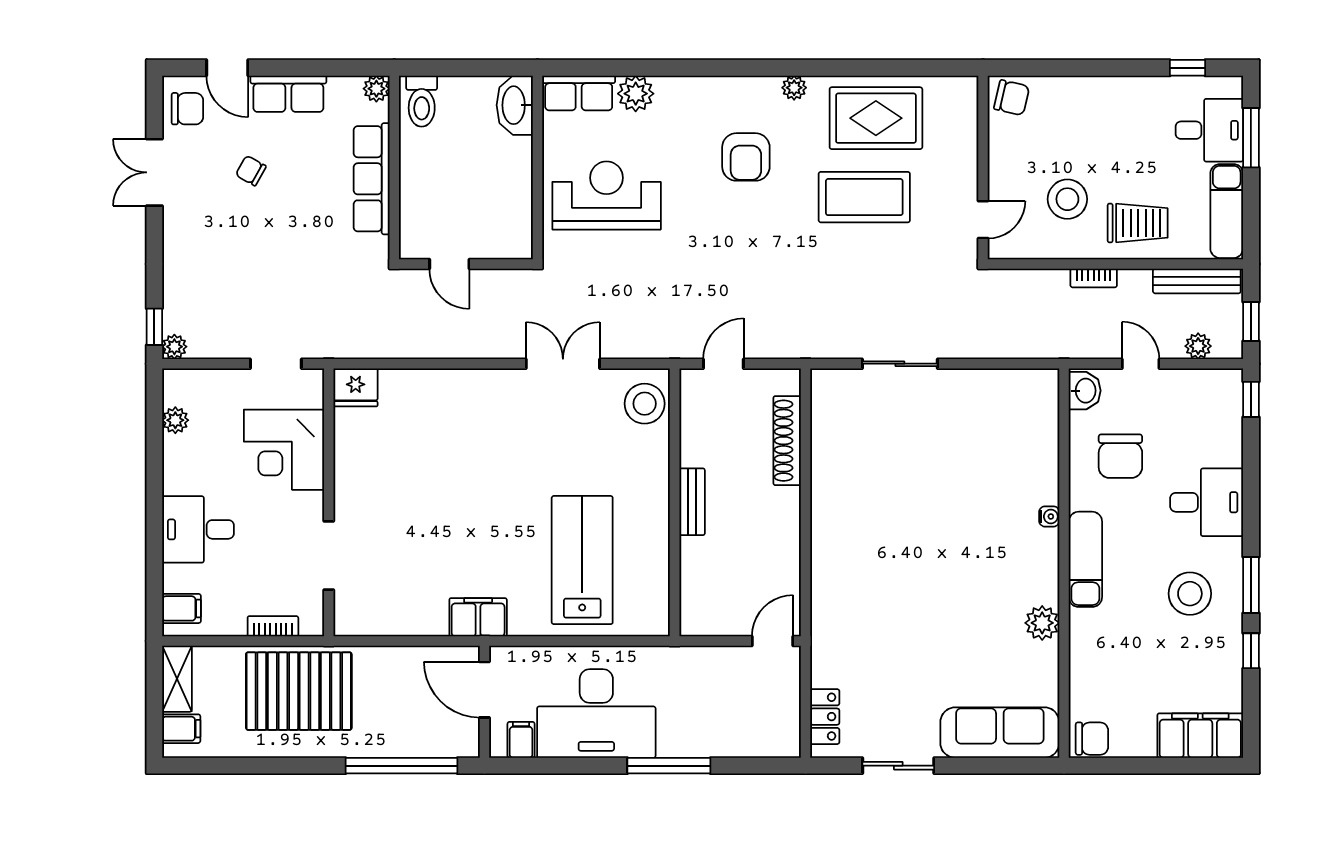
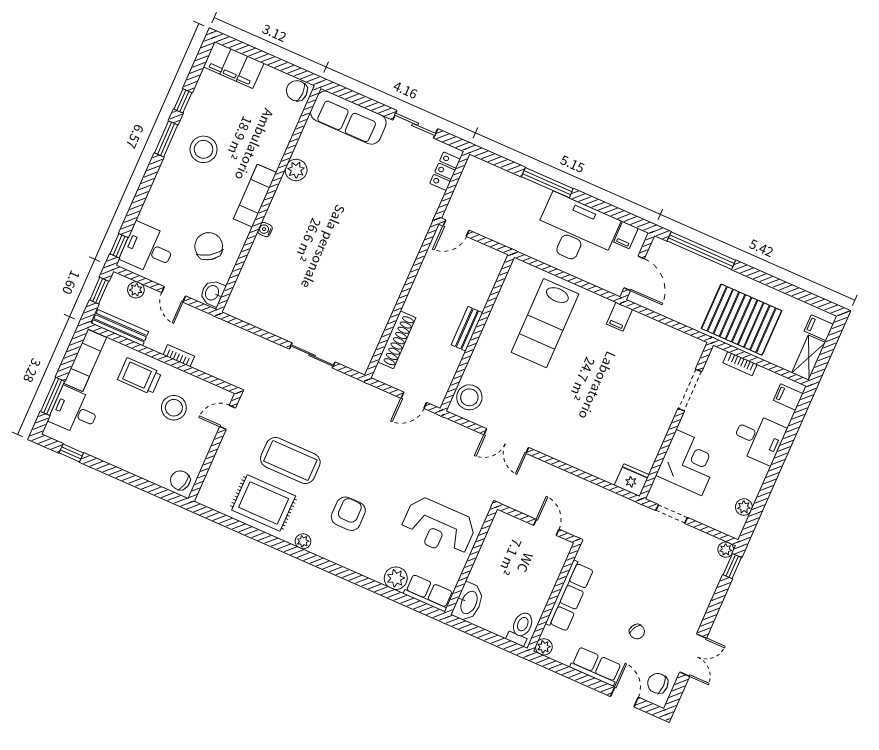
chair: (1120, 456) -> (209, 246), turned -34
desk: (1207, 502) -> (148, 249), moved
filing cabinet: (478, 617) -> (620, 317), width x0.50

